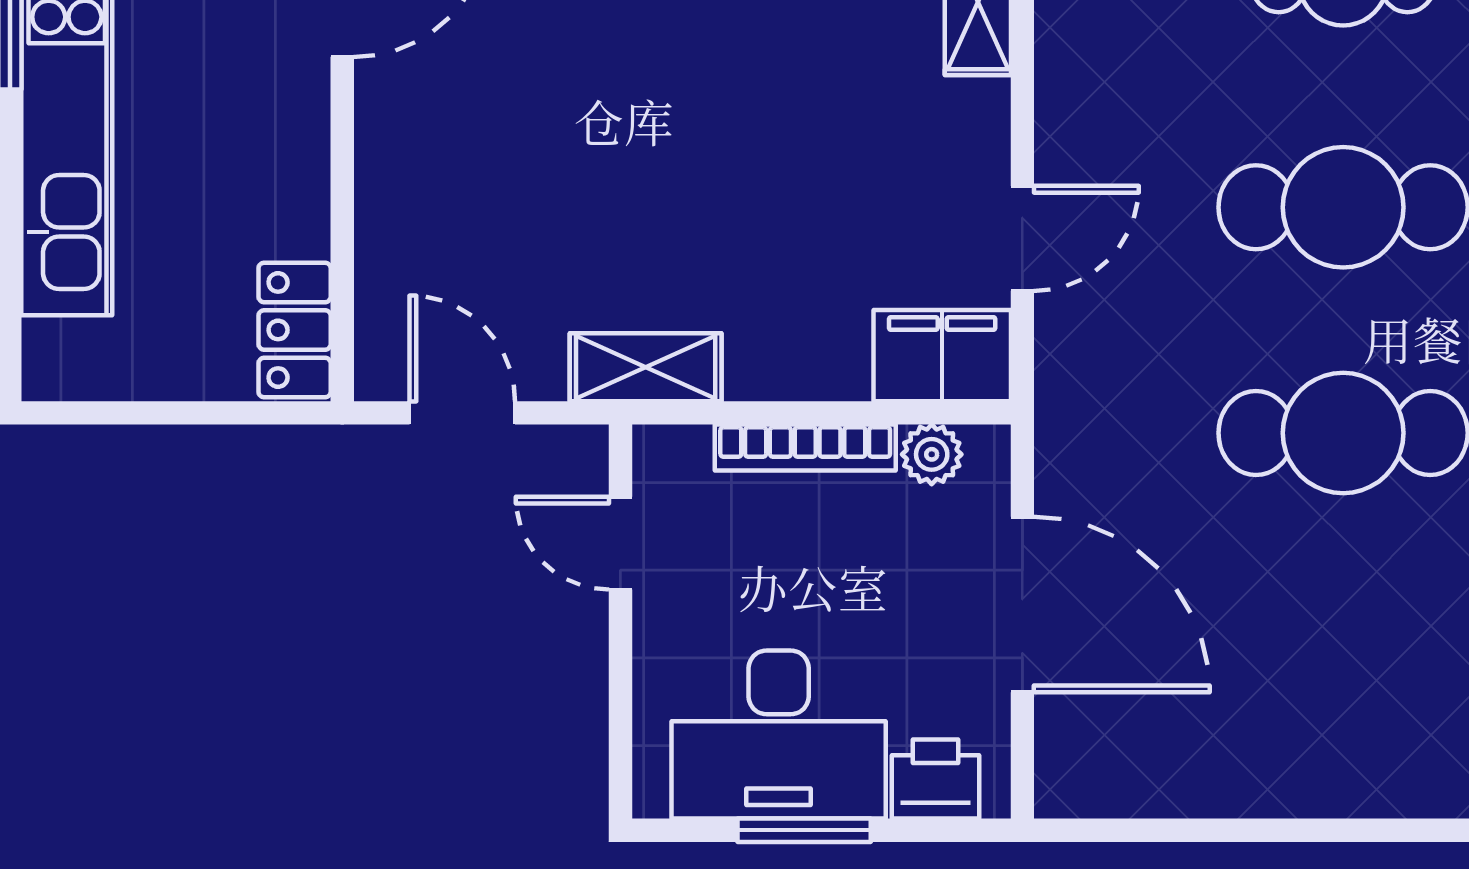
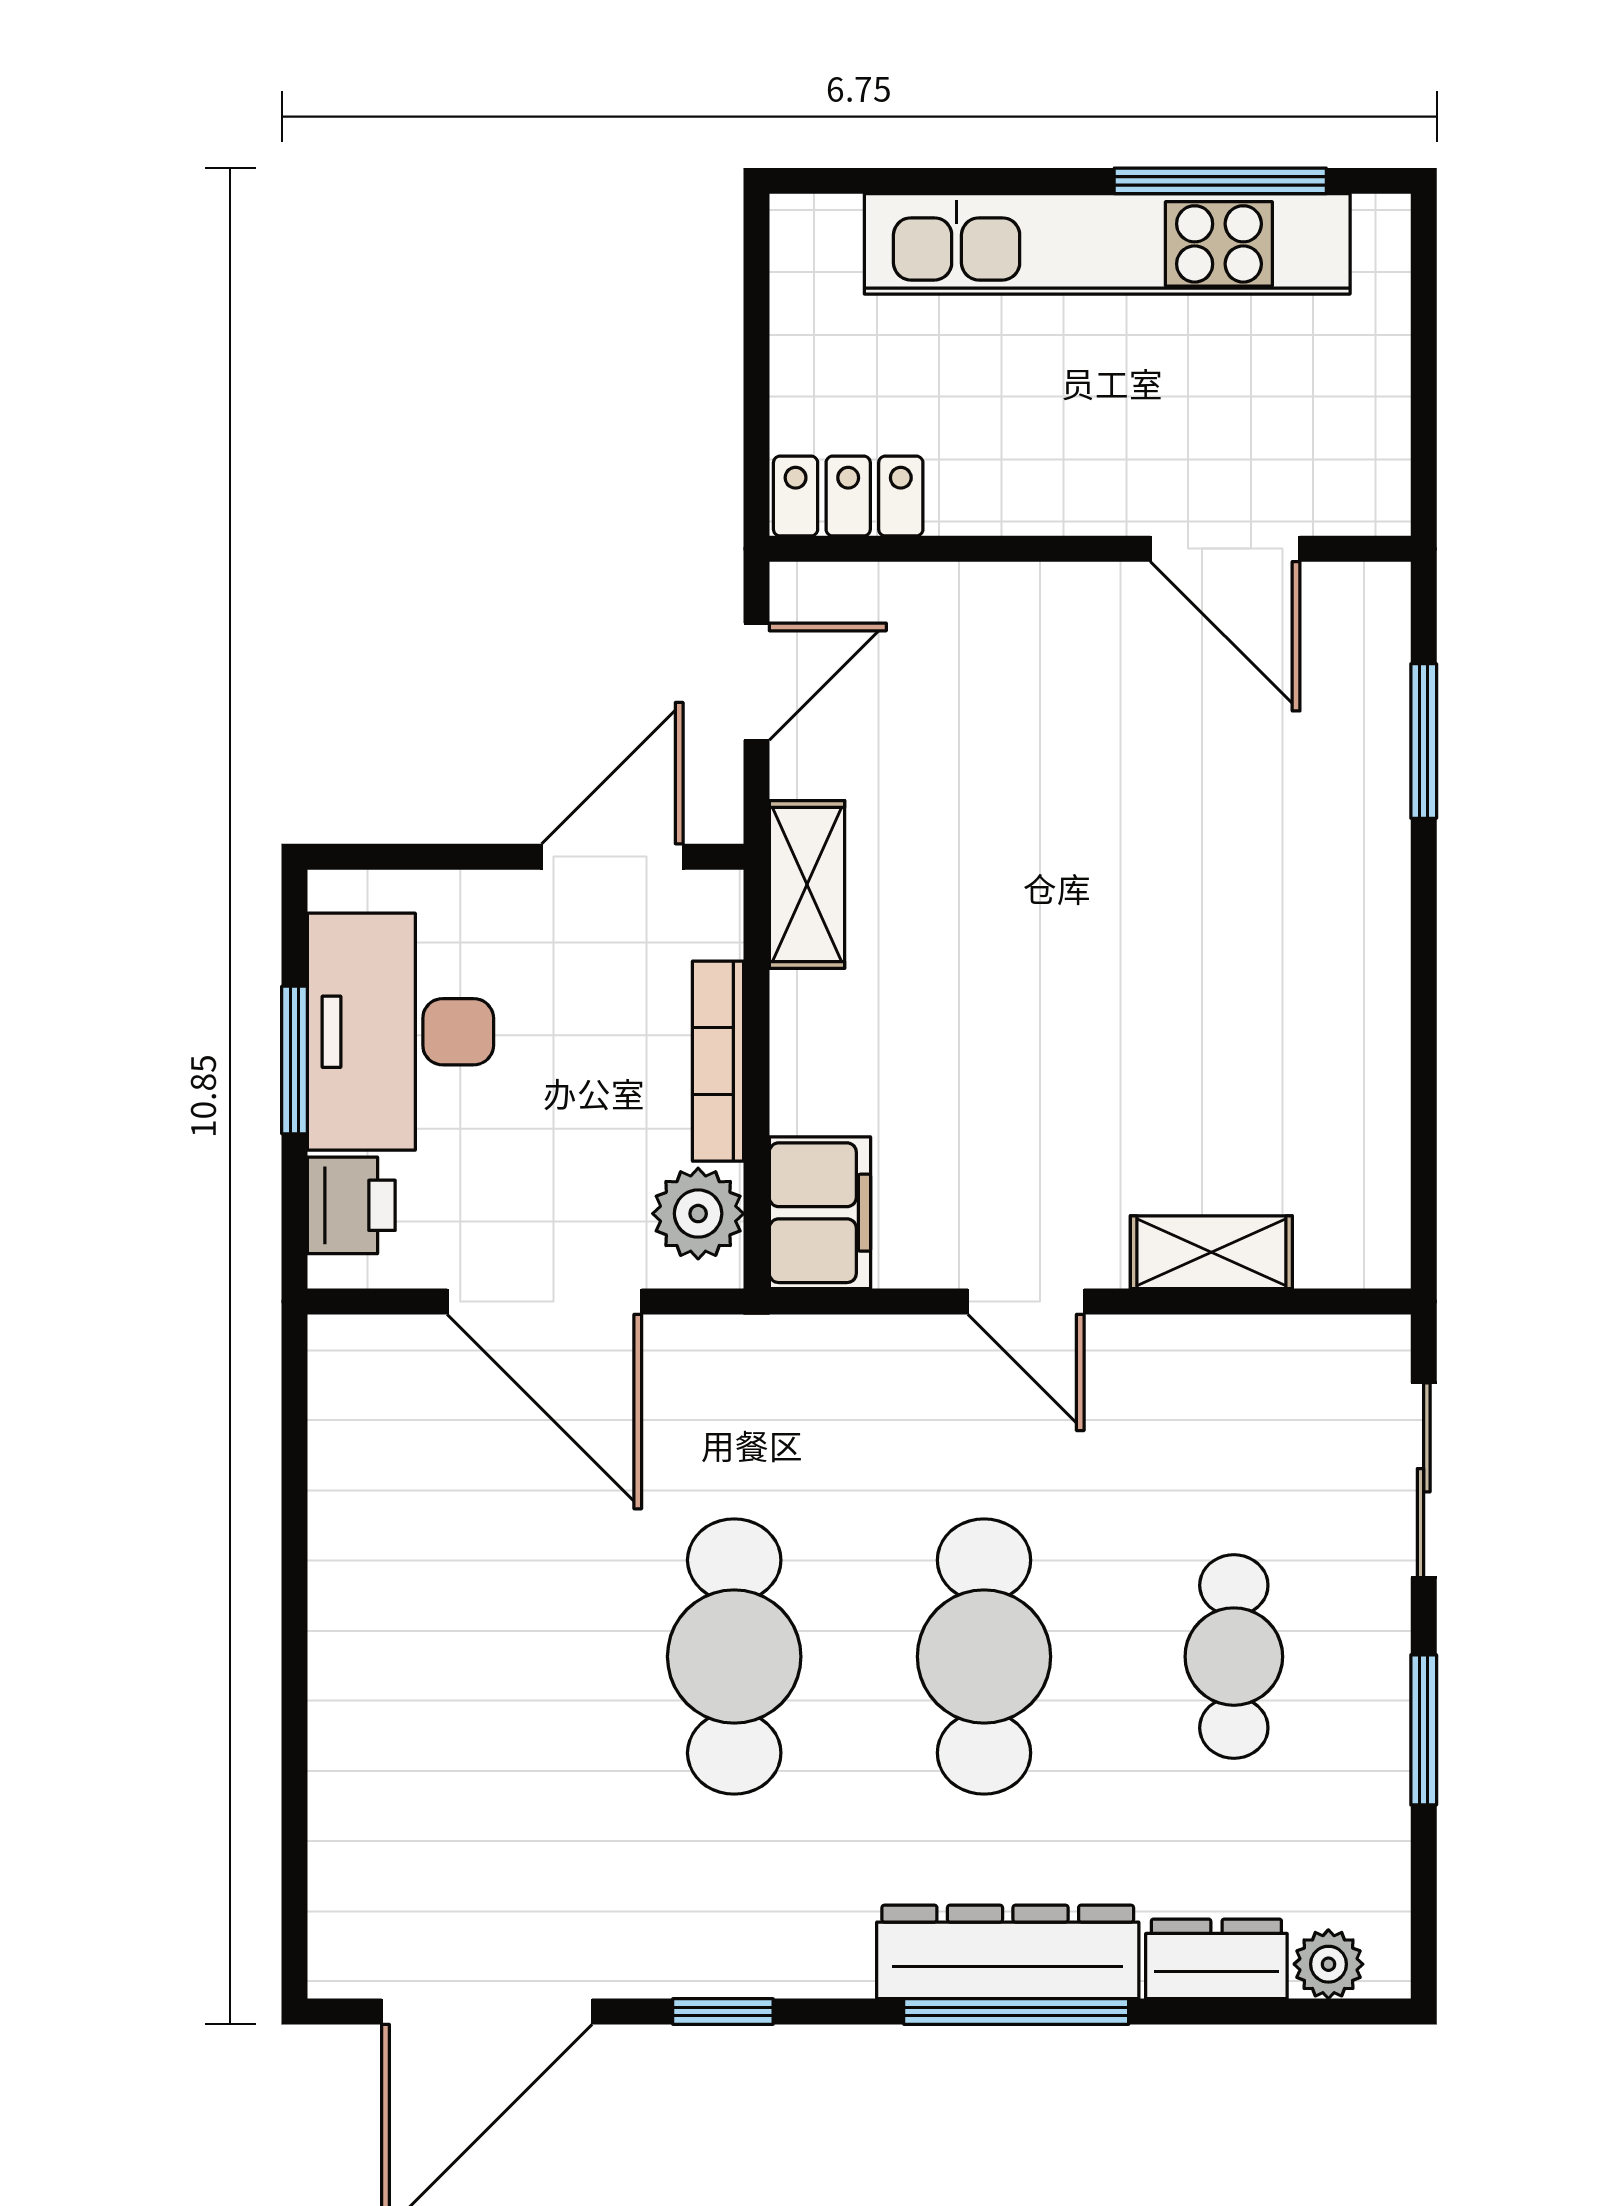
door: (1022, 238) -> (1026, 1302), moved
plant: (932, 454) -> (698, 1214), width x1.38, depth x1.38
door: (620, 543) -> (612, 857), width x1.38
door: (1022, 604) -> (544, 1302), hinge flipped

